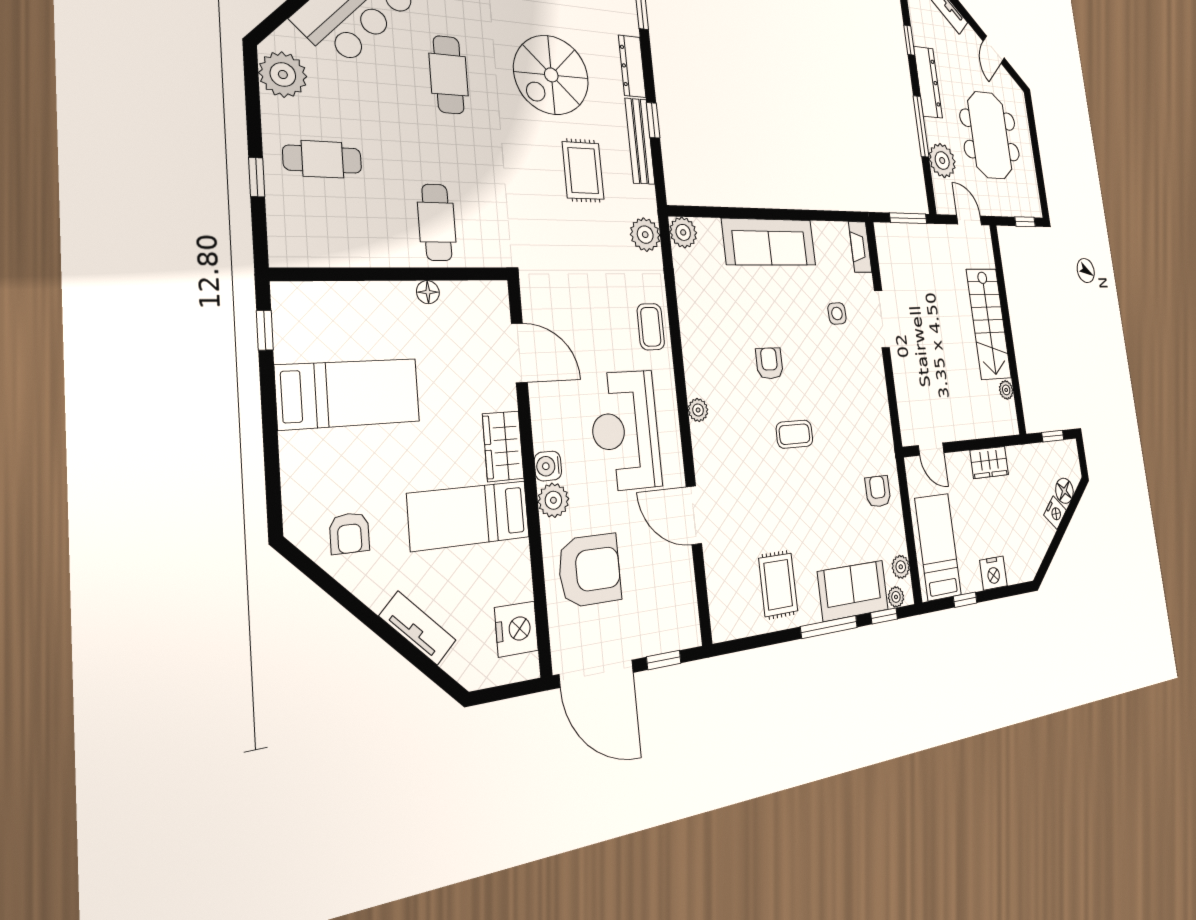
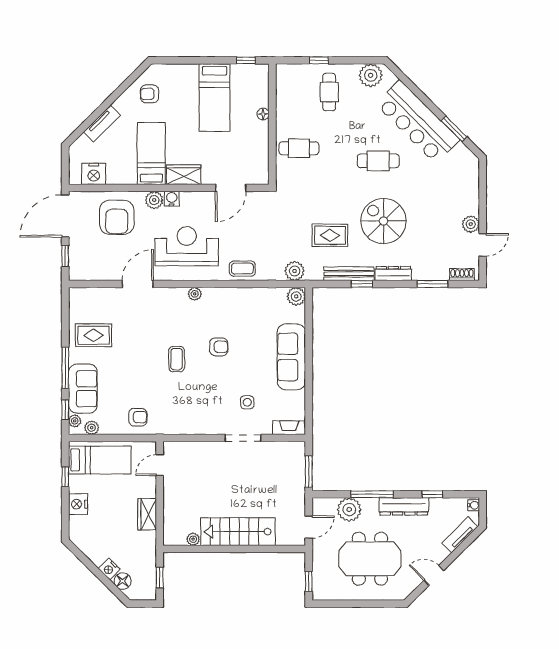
floor lamp: (428, 292) -> (263, 114), moved

